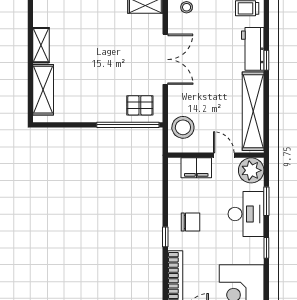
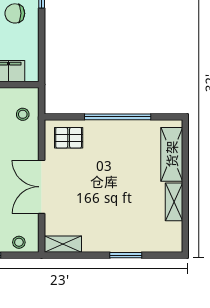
window: (128, 125) -> (118, 117), moved
stool: (183, 127) -> (23, 114), width x0.53, depth x0.53

